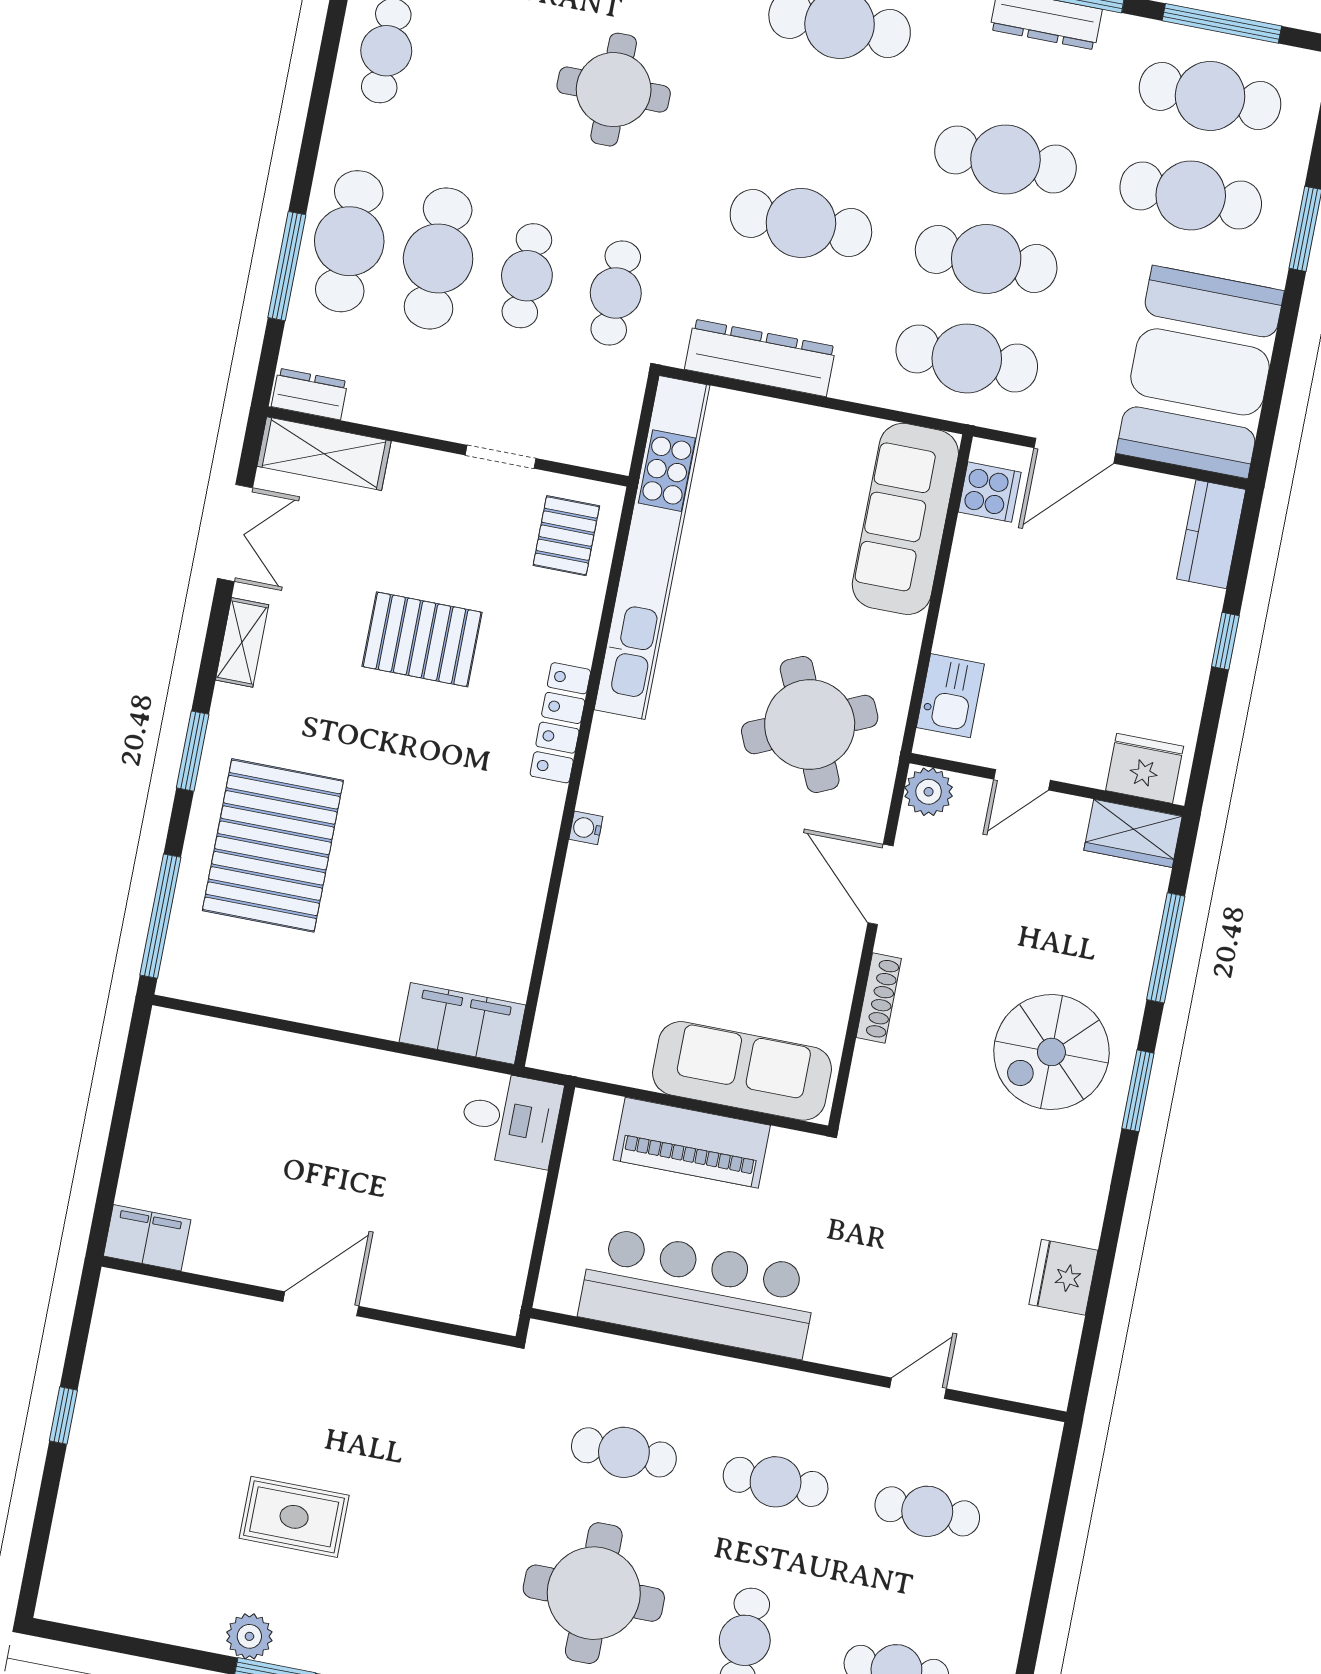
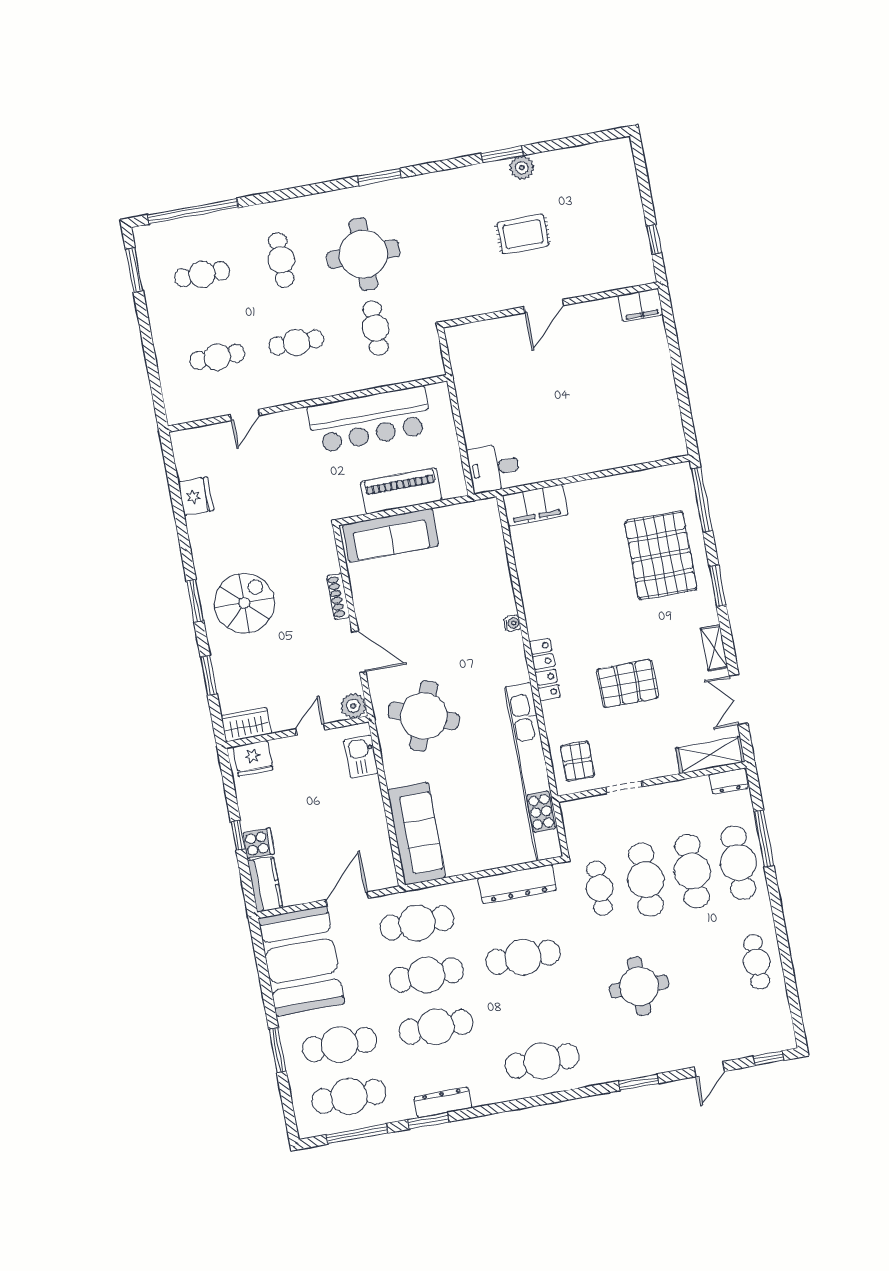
cafe table: (527, 276) -> (646, 880), width x1.37, depth x1.35
cooker: (990, 492) -> (259, 843), moved, turned 180
round table: (810, 725) -> (424, 716), turned 45
window: (1166, 948) -> (209, 675), width x0.69
filing cabinet: (147, 1238) -> (640, 305), moved
wall: (309, 1301) -> (550, 305), moved
door: (321, 1304) -> (544, 306), moved
cafe table: (624, 1452) -> (375, 328), turned 90

